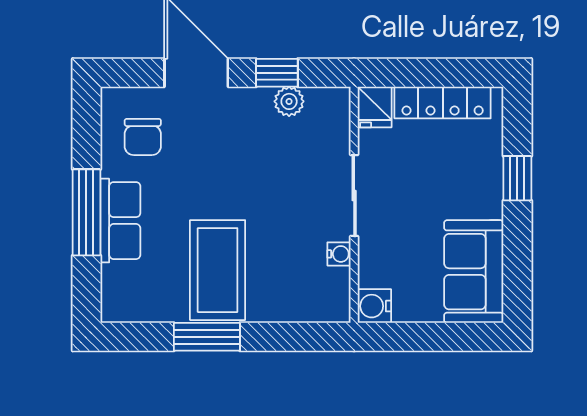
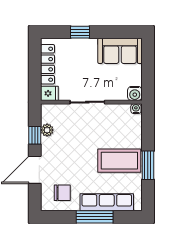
row of seats: (120, 221) -> (107, 202), width x1.48
water cooler: (339, 254) -> (136, 109), moved

